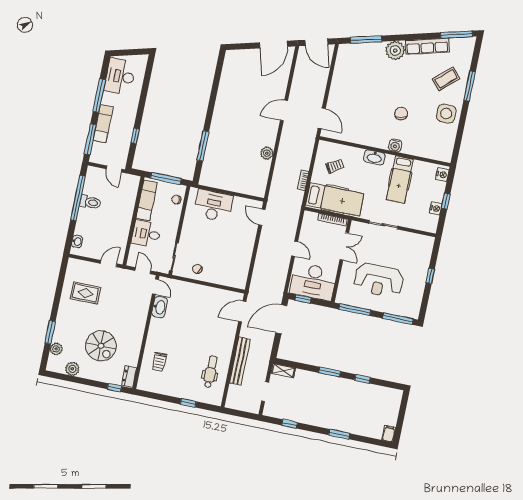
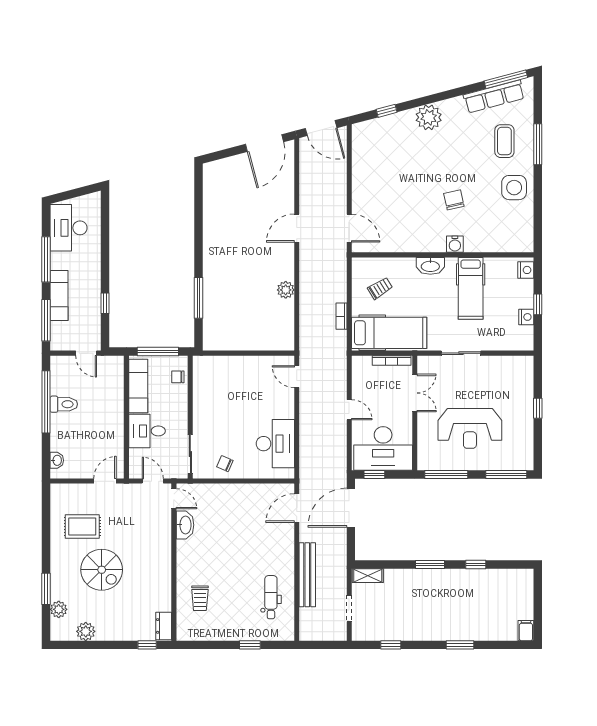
window: (366, 39) -> (387, 111), width x0.46
row of seats: (427, 46) -> (494, 97), moved
coffee table: (446, 79) -> (504, 141), turned -48
desk: (213, 206) -> (275, 444), moved, turned 90
spiral stairs: (101, 346) -> (102, 570), moved

